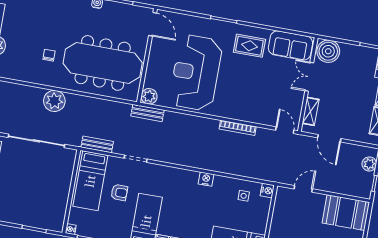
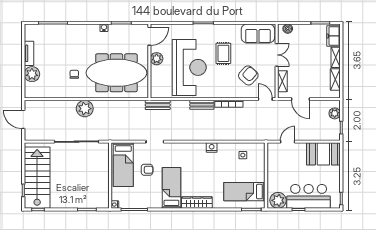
door: (153, 24) -> (149, 36), hinge flipped
rug: (249, 46) -> (223, 53), moved, turned 90
boiler: (328, 51) -> (288, 29), width x0.54, depth x0.54
reception desk: (196, 73) -> (189, 67), turned 180
double door: (309, 77) -> (277, 55), swing flipped
plant: (149, 96) -> (157, 59), moved
armchair: (269, 96) -> (248, 75), added
bench: (97, 144) -> (202, 105), moved
nightstand: (267, 190) -> (260, 148), removed

